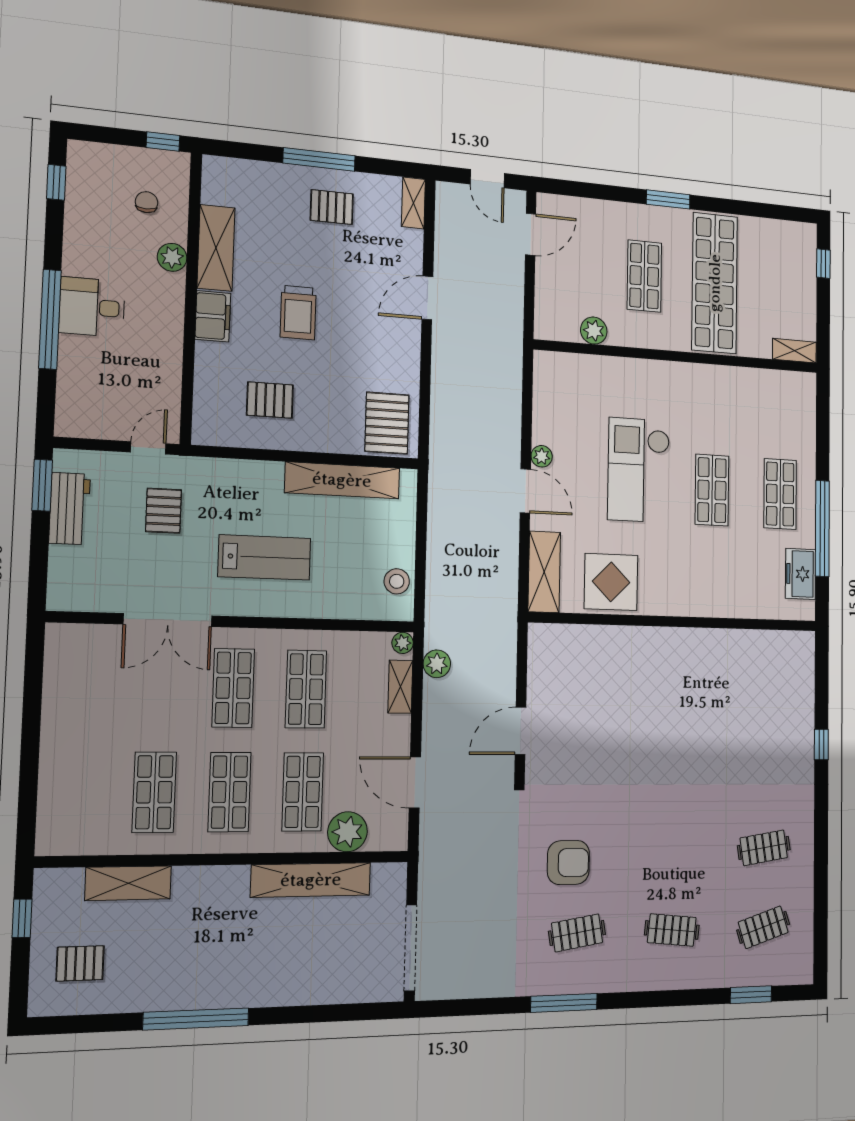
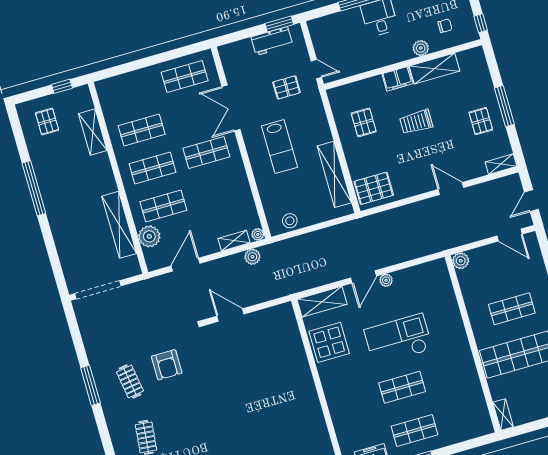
plant: (594, 331) -> (461, 261), moved
shop shelf: (306, 689) -> (185, 77), moved

